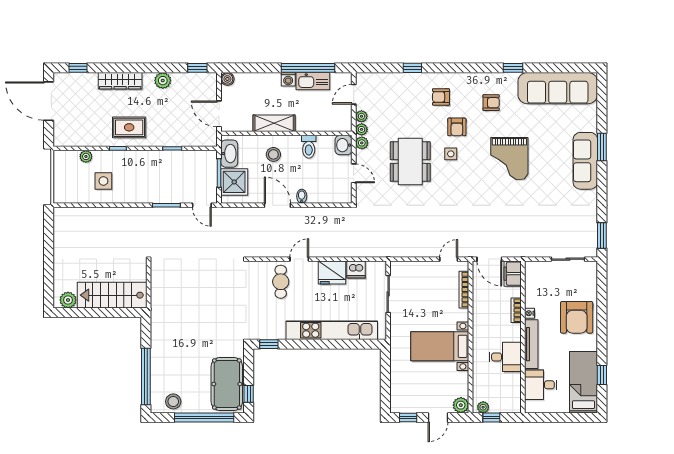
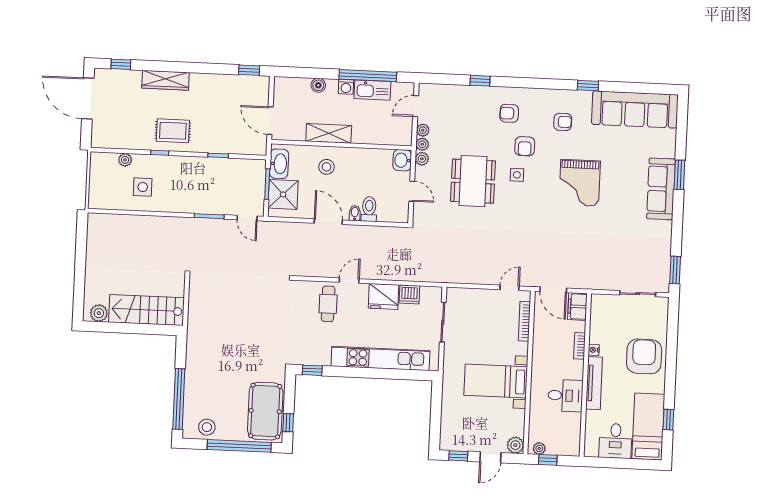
boiler: (227, 79) -> (318, 85), moved
plant: (163, 81) -> (211, 82), removed
toilet: (309, 147) -> (369, 209), moved, turned 180
armchair: (577, 317) -> (644, 356), turned 180
desk: (541, 385) -> (615, 441), moved, turned -90

